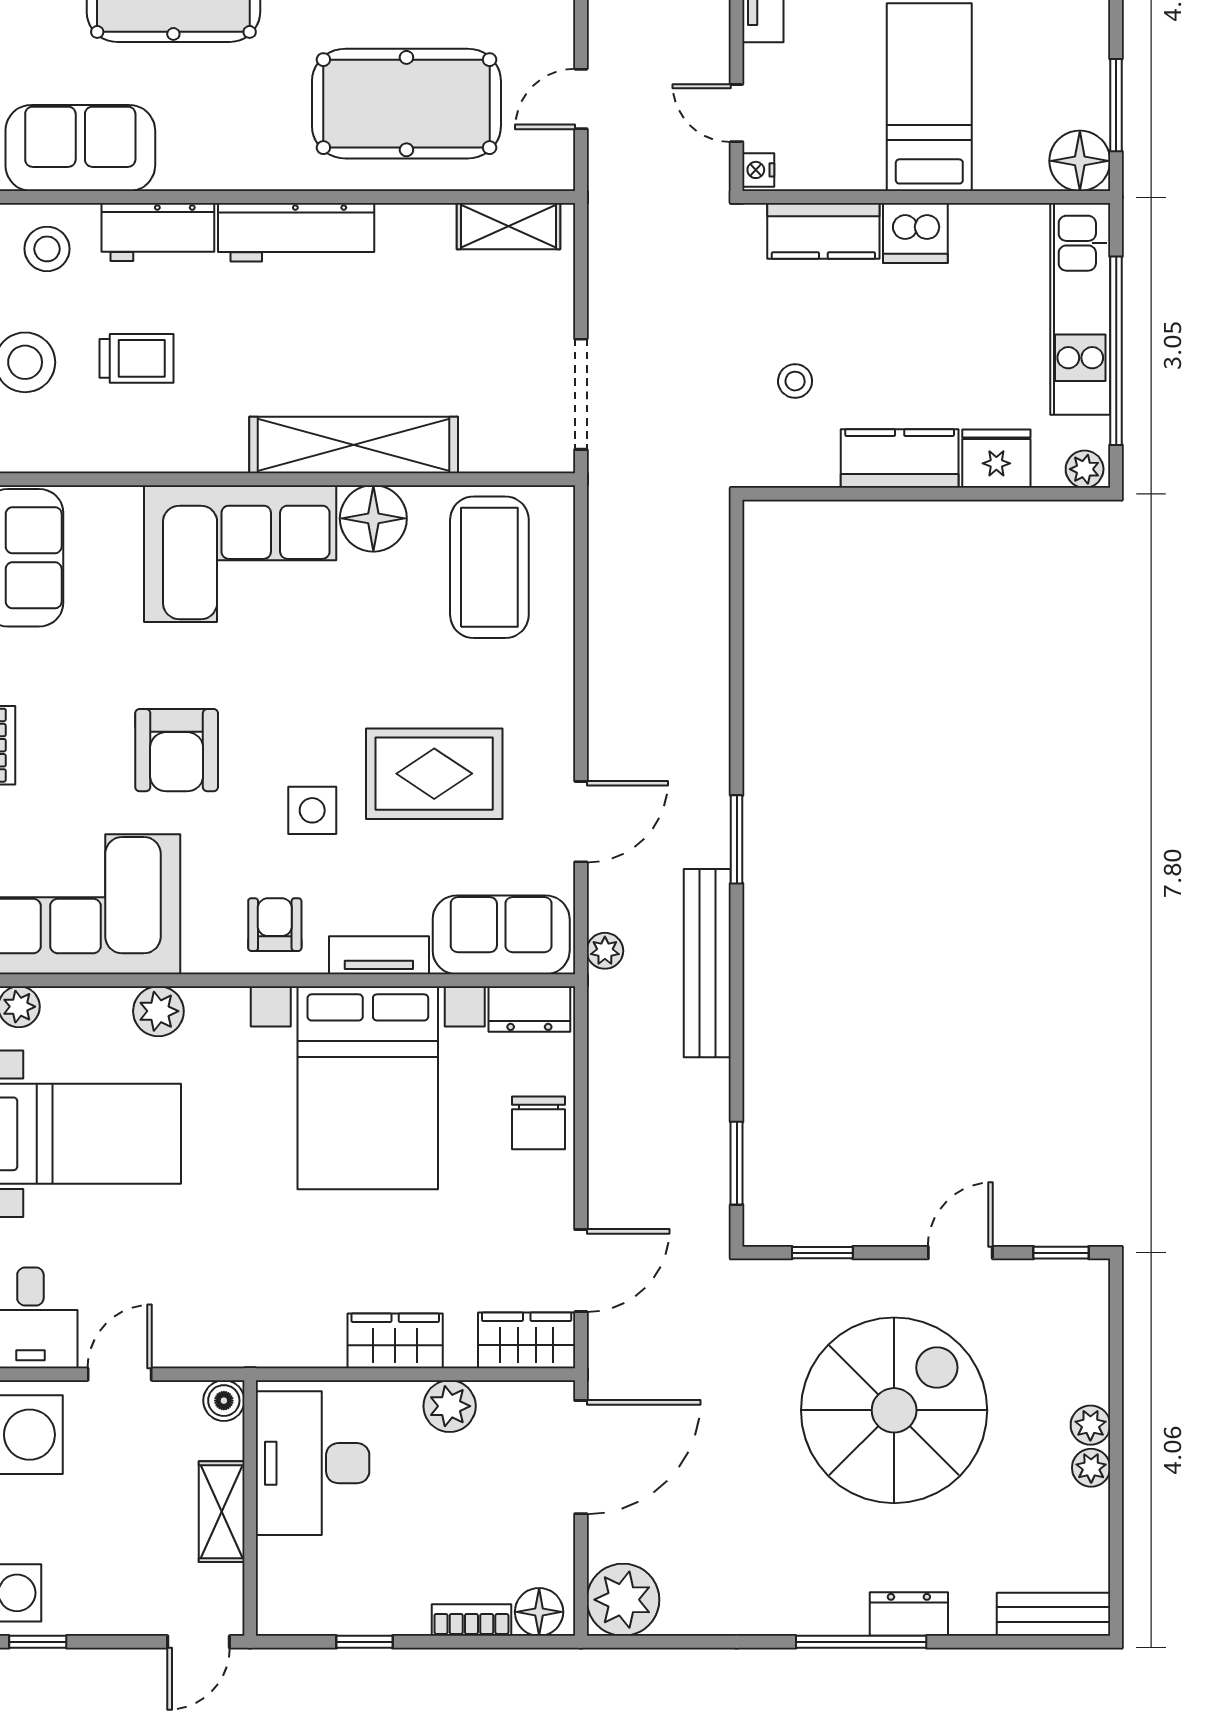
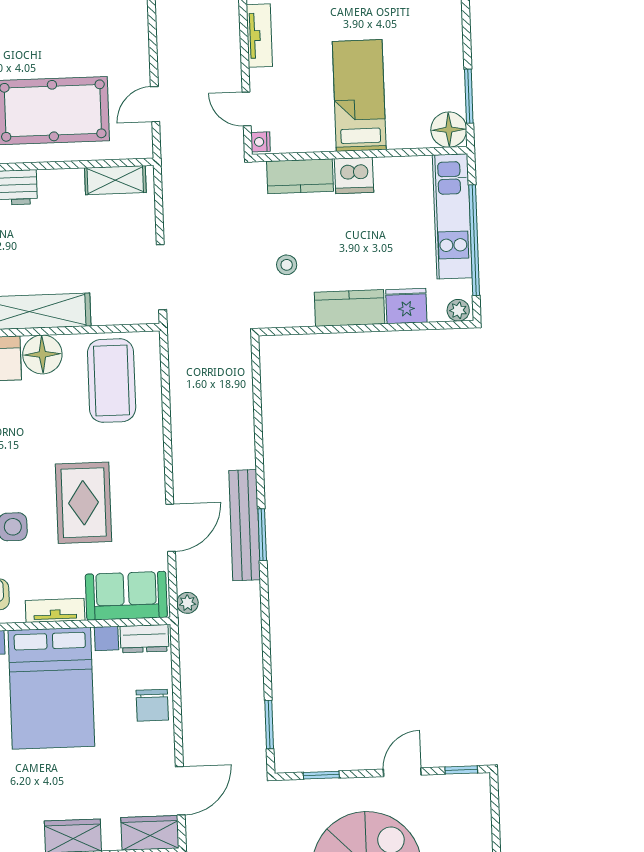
rug: (434, 774) -> (84, 503), turned 90
bench: (707, 963) -> (245, 525), moved

